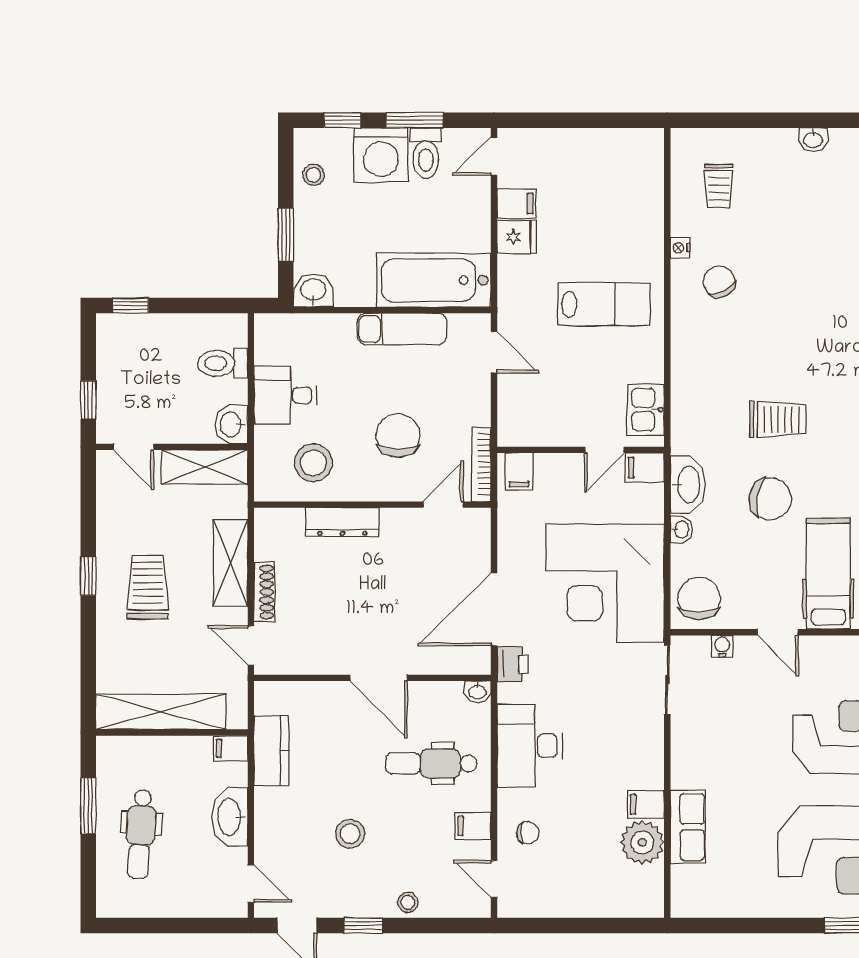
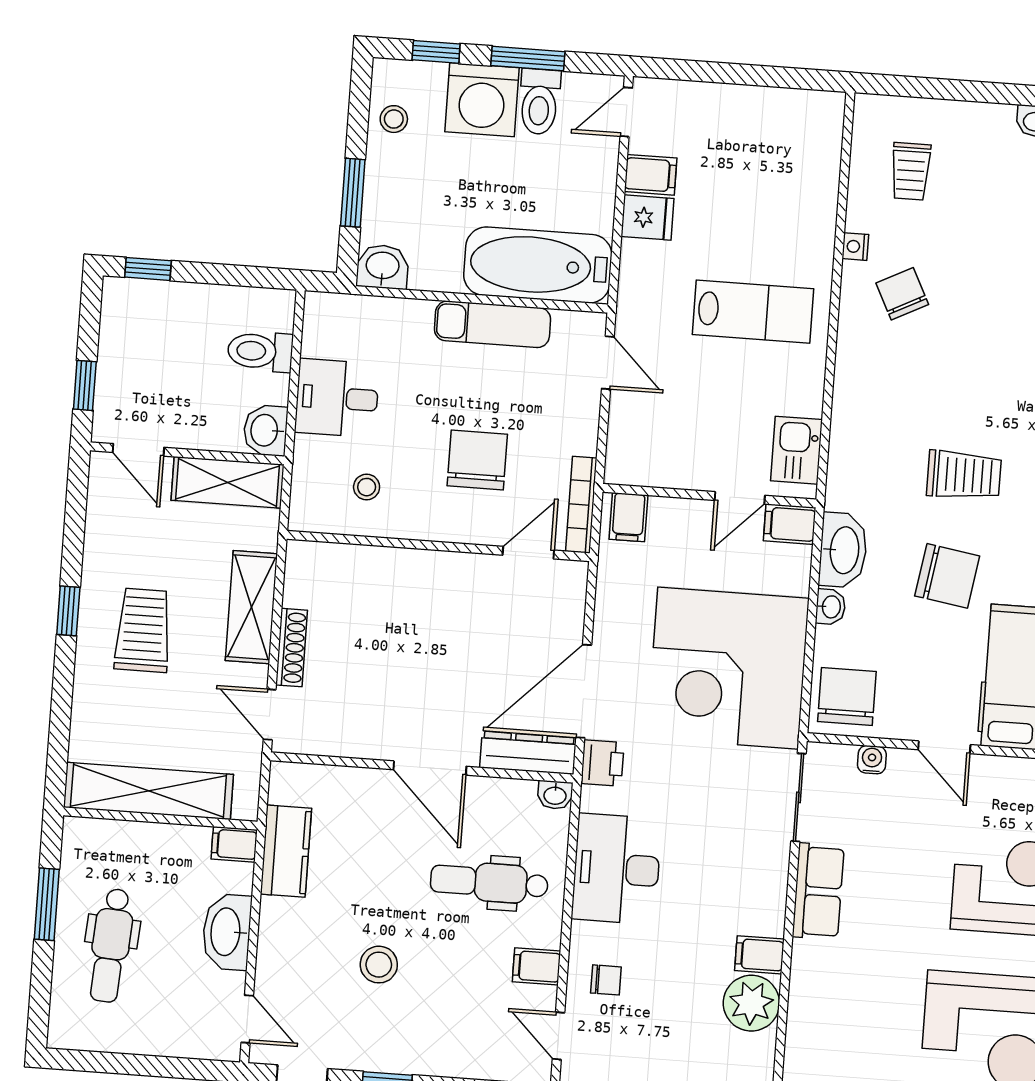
stool: (313, 463) -> (367, 487), width x0.53, depth x0.53
dresser: (342, 522) -> (528, 753), moved, turned 180
row of seats: (688, 827) -> (818, 891), moved
stool: (408, 902) -> (446, 1058), removed

